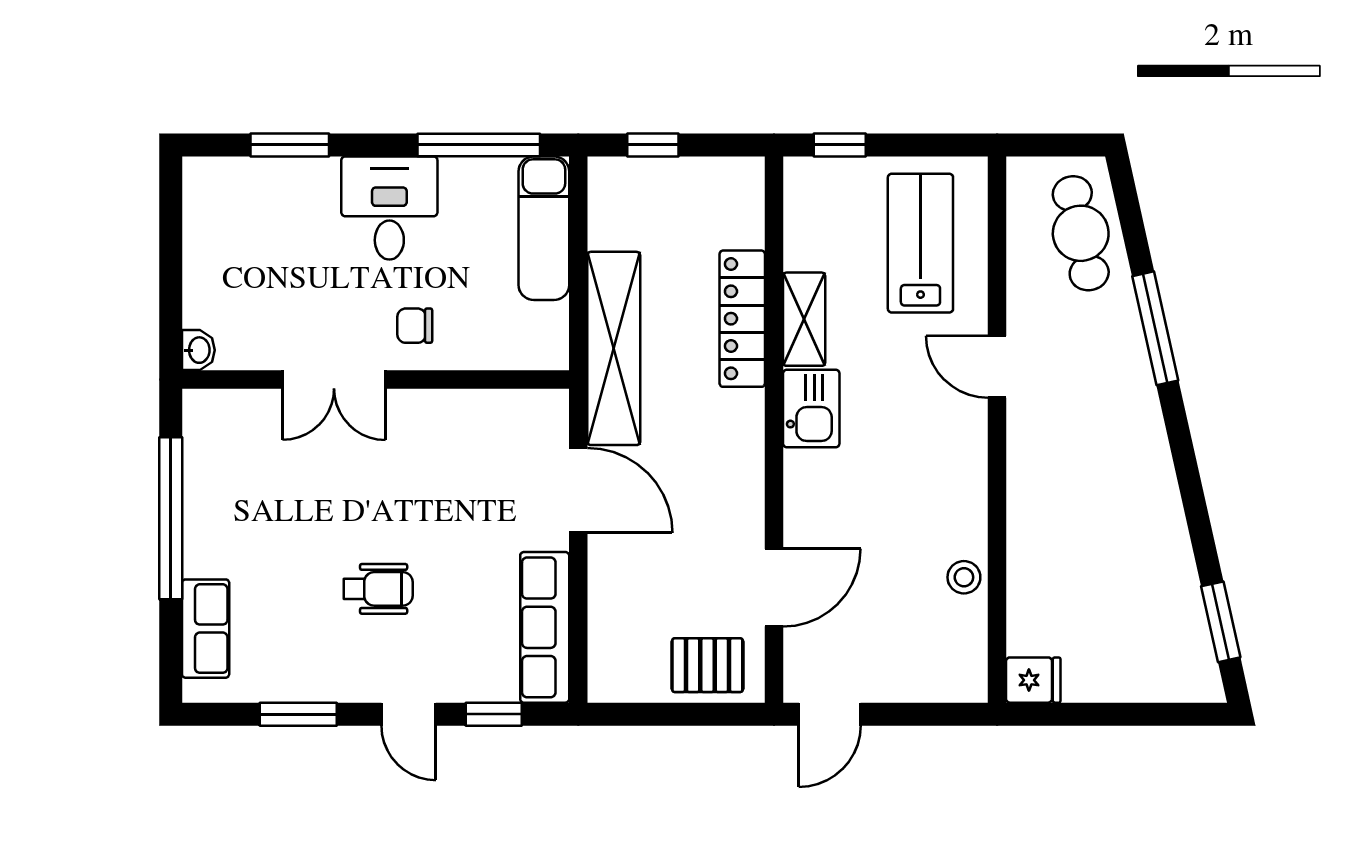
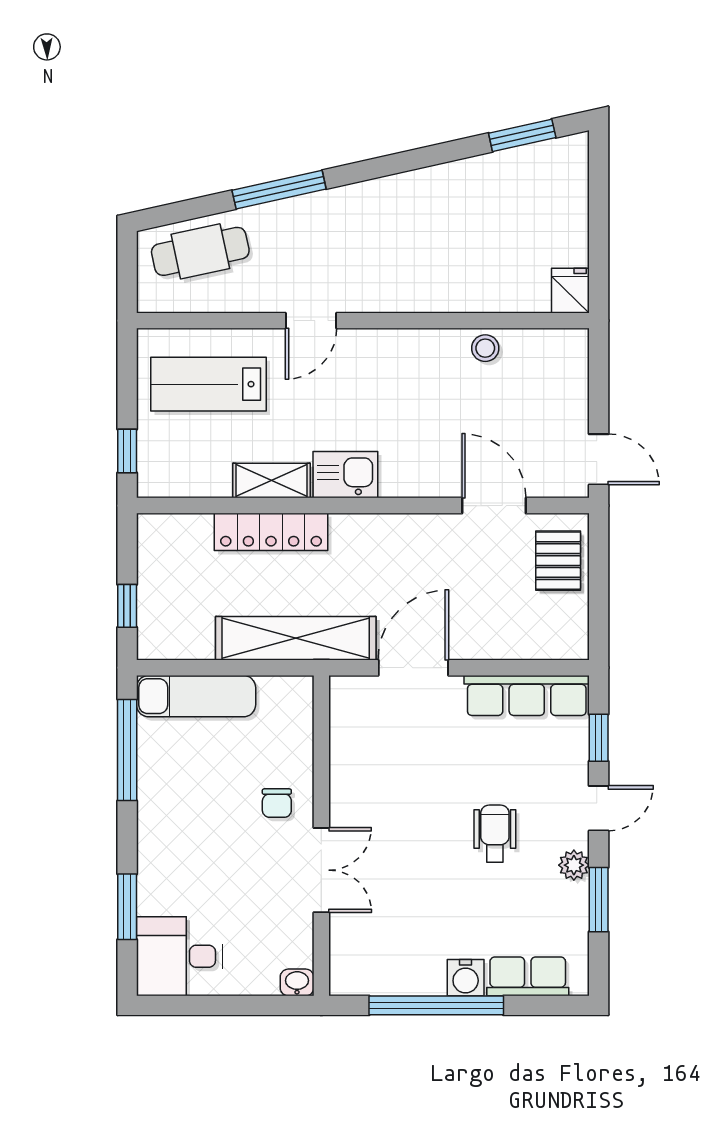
desk: (389, 208) -> (179, 956), moved
water cooler: (204, 554) -> (466, 978), added
plant: (340, 684) -> (574, 865), added

